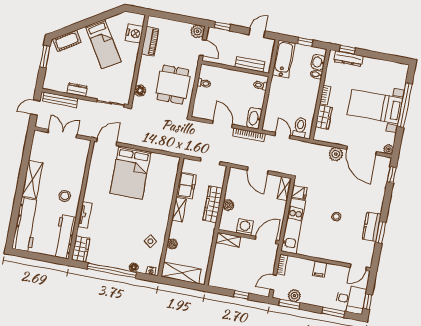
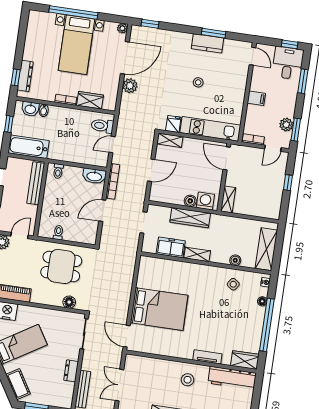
bench: (250, 64) -> (36, 183), width x1.36
washing machine: (245, 227) -> (205, 201), moved, turned 90
door: (273, 282) -> (273, 148), hinge flipped

